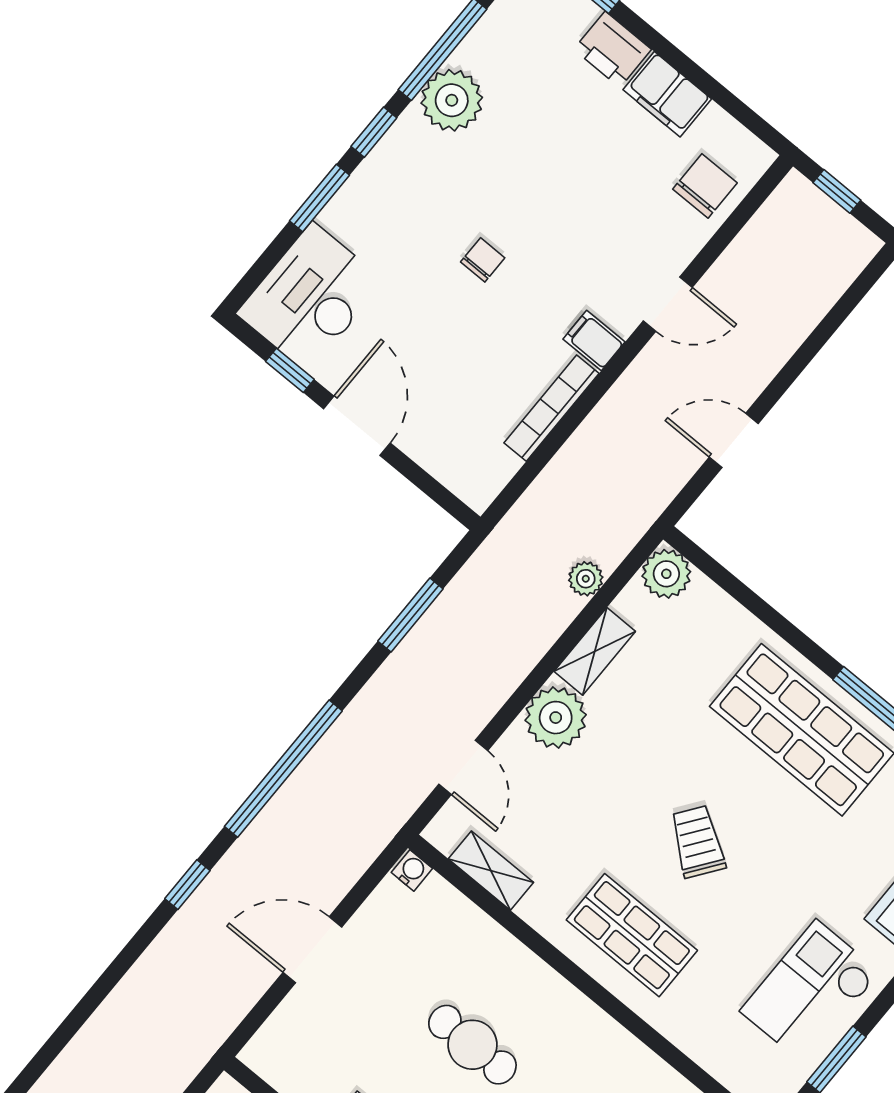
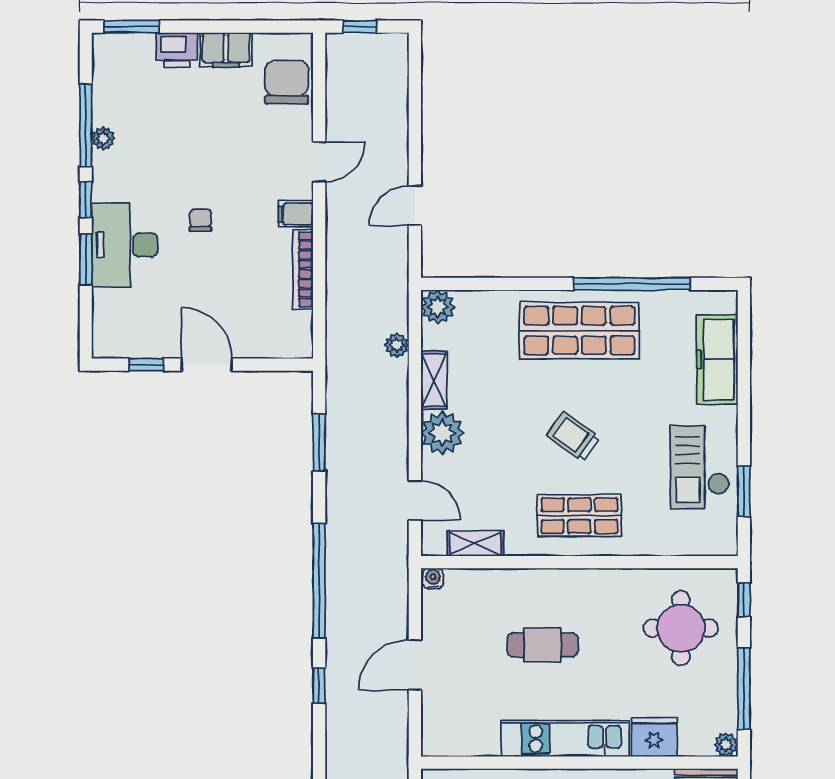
plant: (452, 100) -> (103, 138), width x0.53, depth x0.53
chair: (705, 186) -> (287, 82), width x1.37, depth x1.37
desk: (310, 297) -> (125, 245), moved

